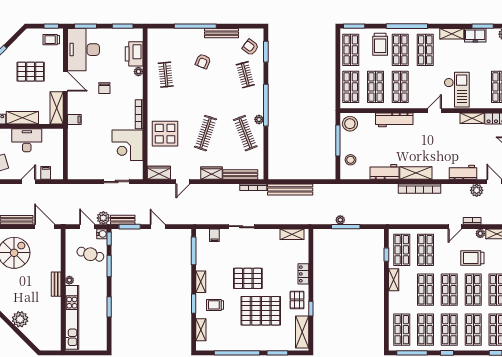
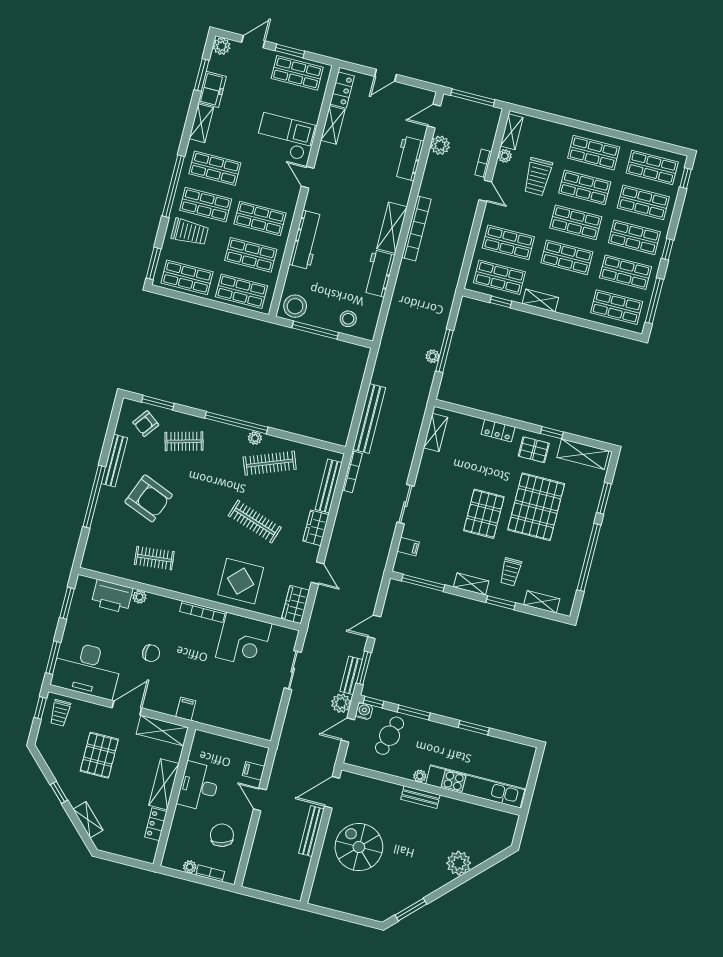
armchair: (203, 61) -> (149, 498), width x1.88, depth x1.88

